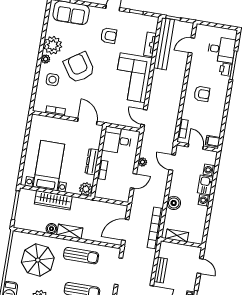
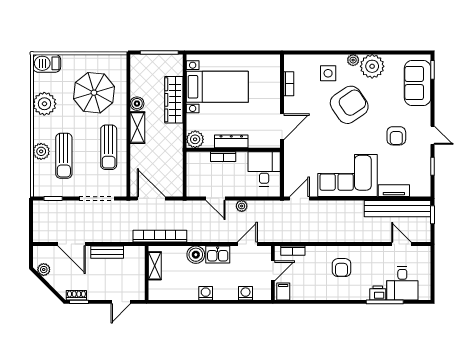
kitchen sink: (205, 185) -> (218, 255), moved, turned 180

